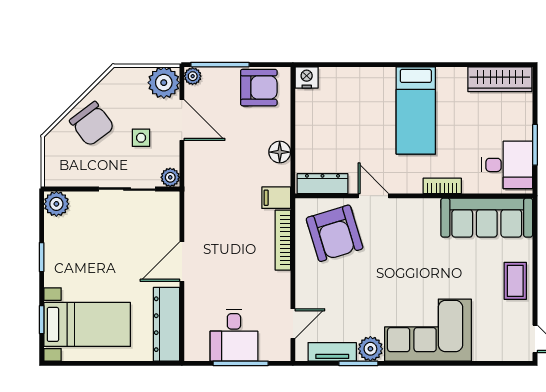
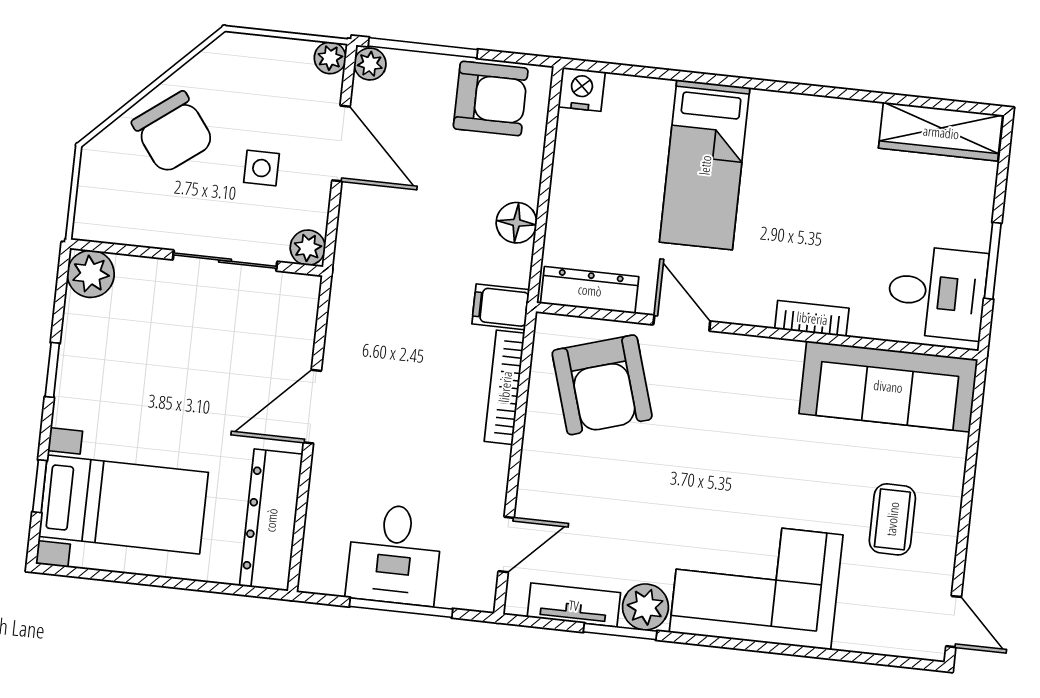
plant: (164, 83) -> (330, 58), width x0.53, depth x0.53
bed: (416, 110) -> (705, 165), moved
coffee table: (515, 281) -> (892, 519), moved

